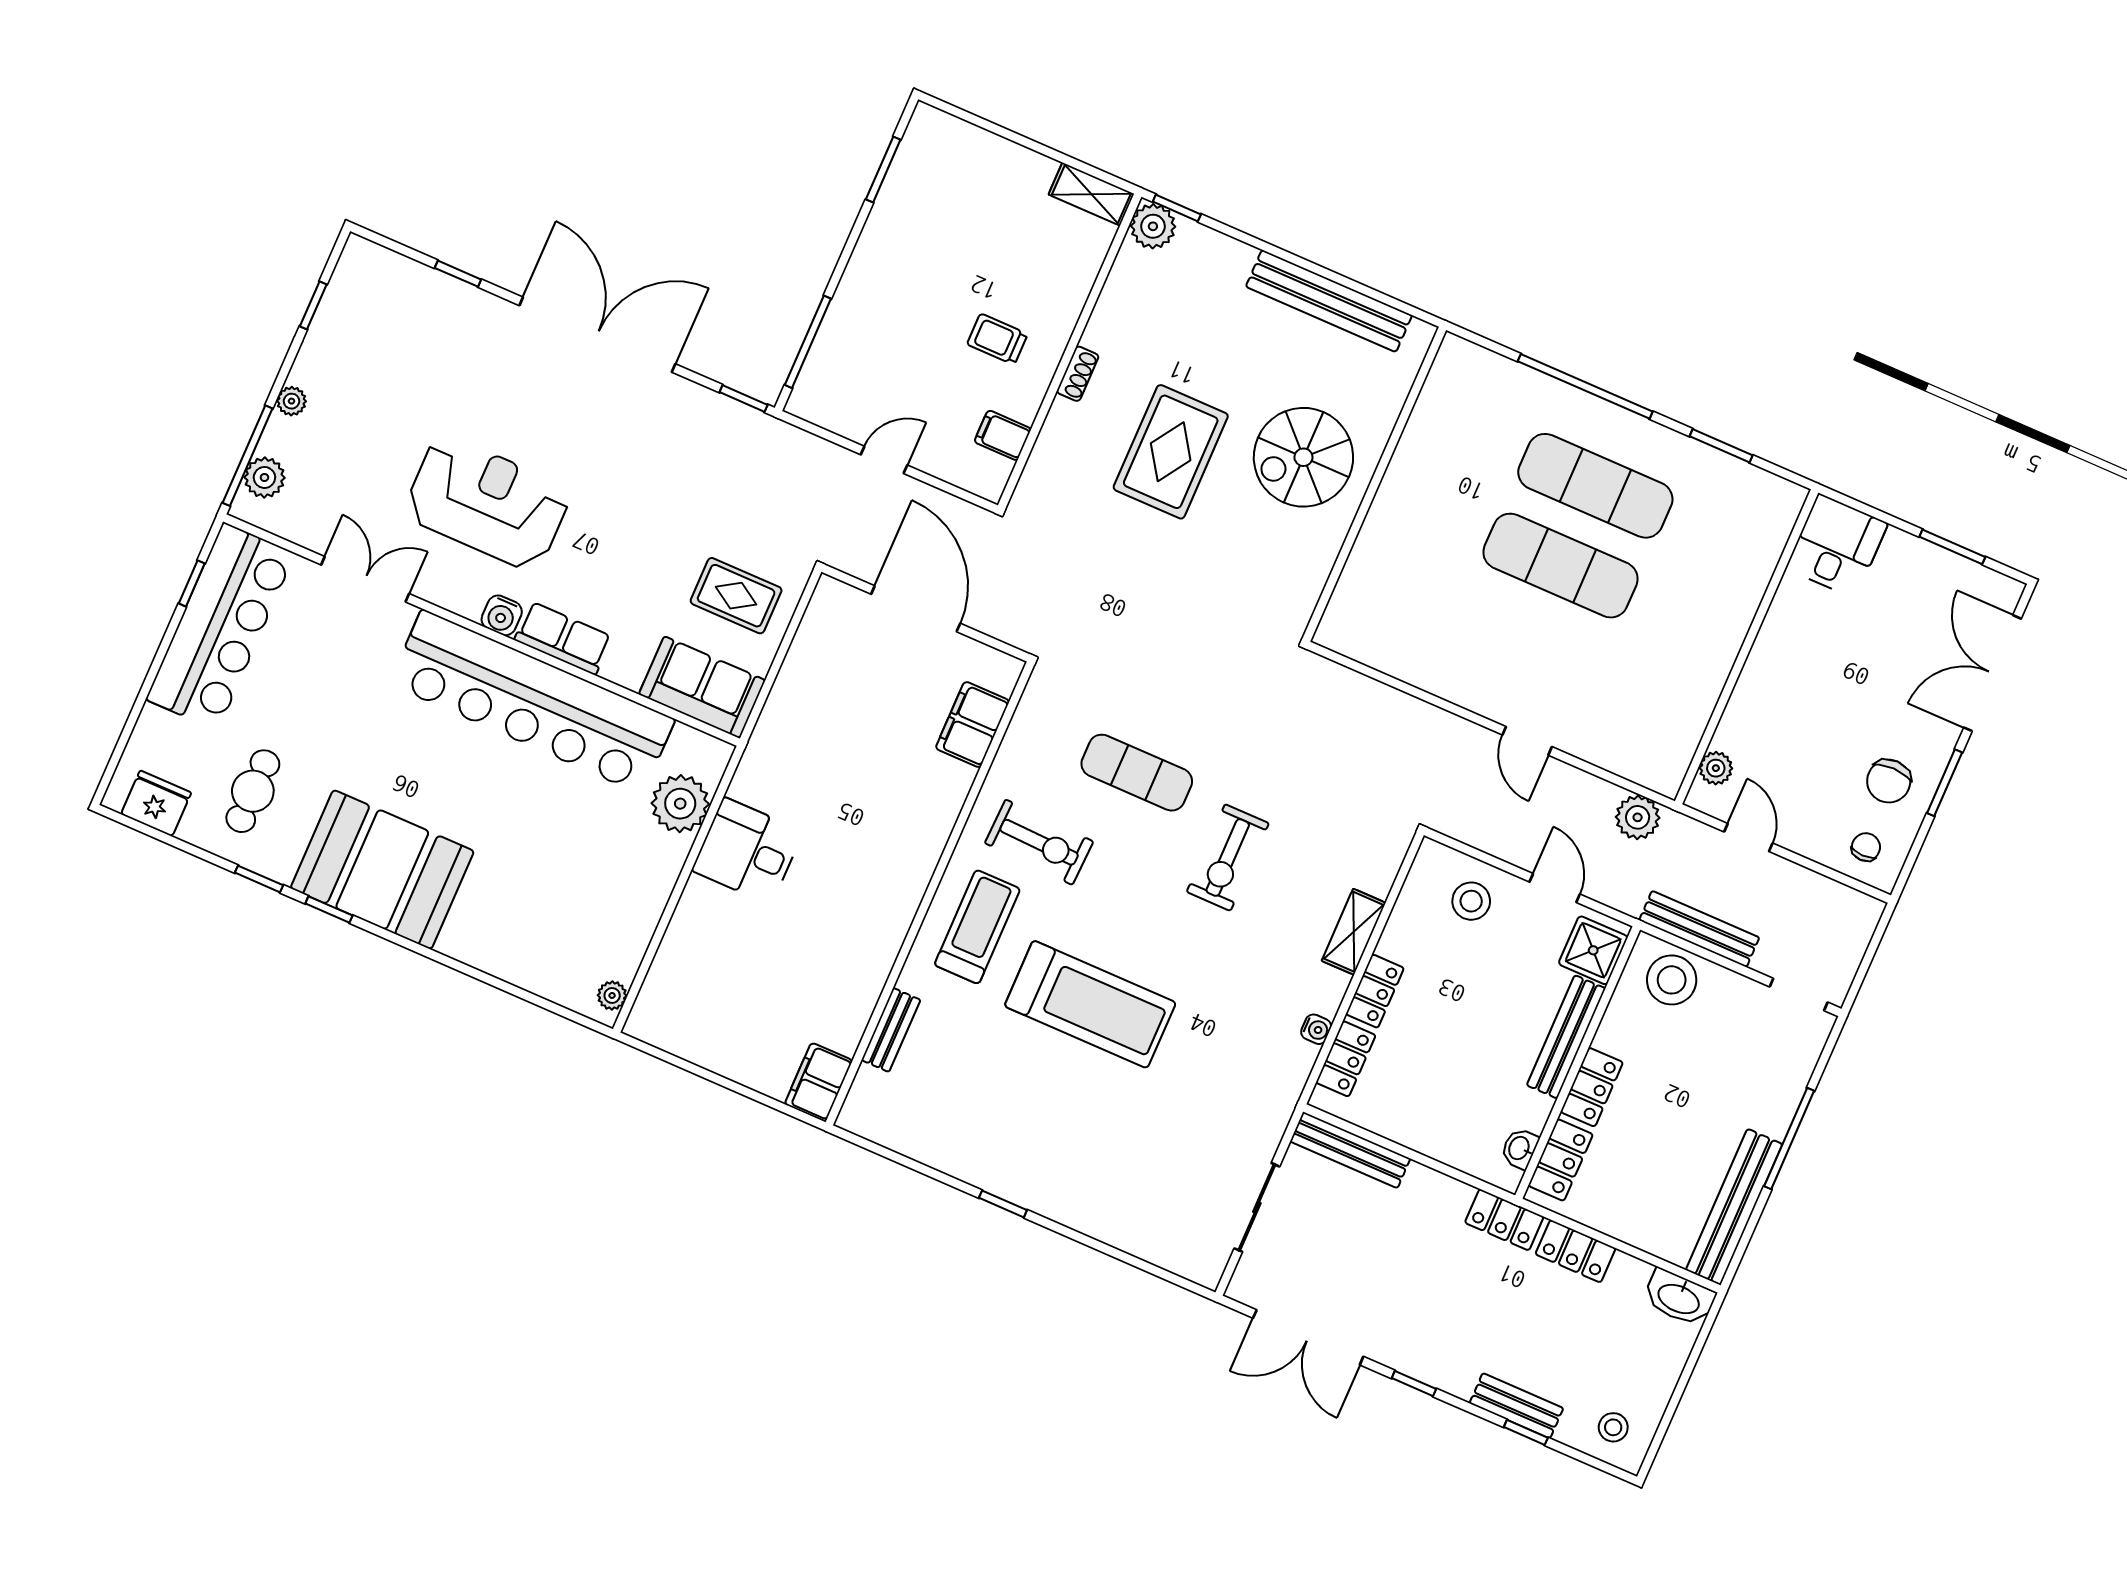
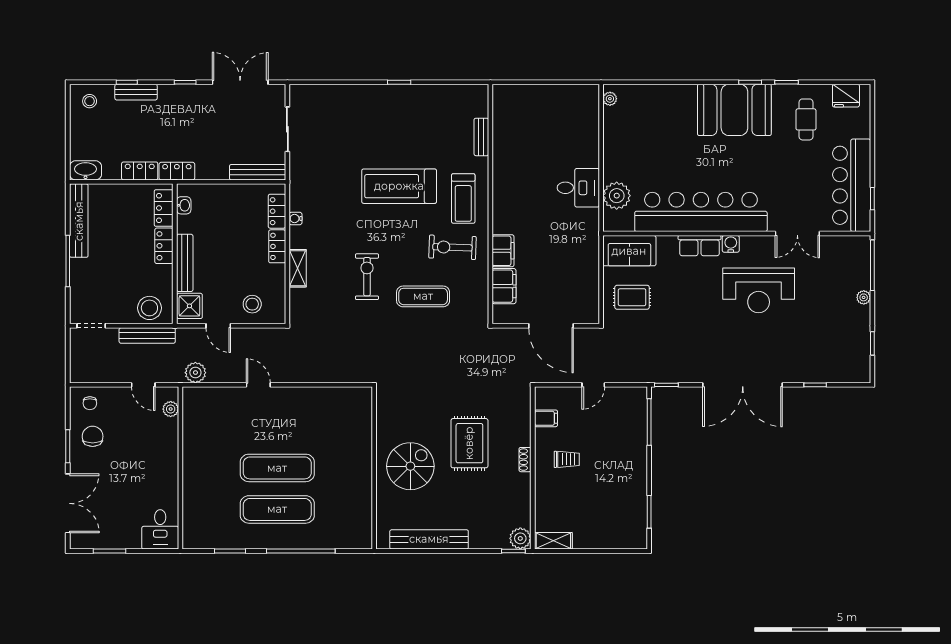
plant: (264, 477) -> (861, 259), removed
filing cabinet: (819, 1082) -> (503, 251), moved

